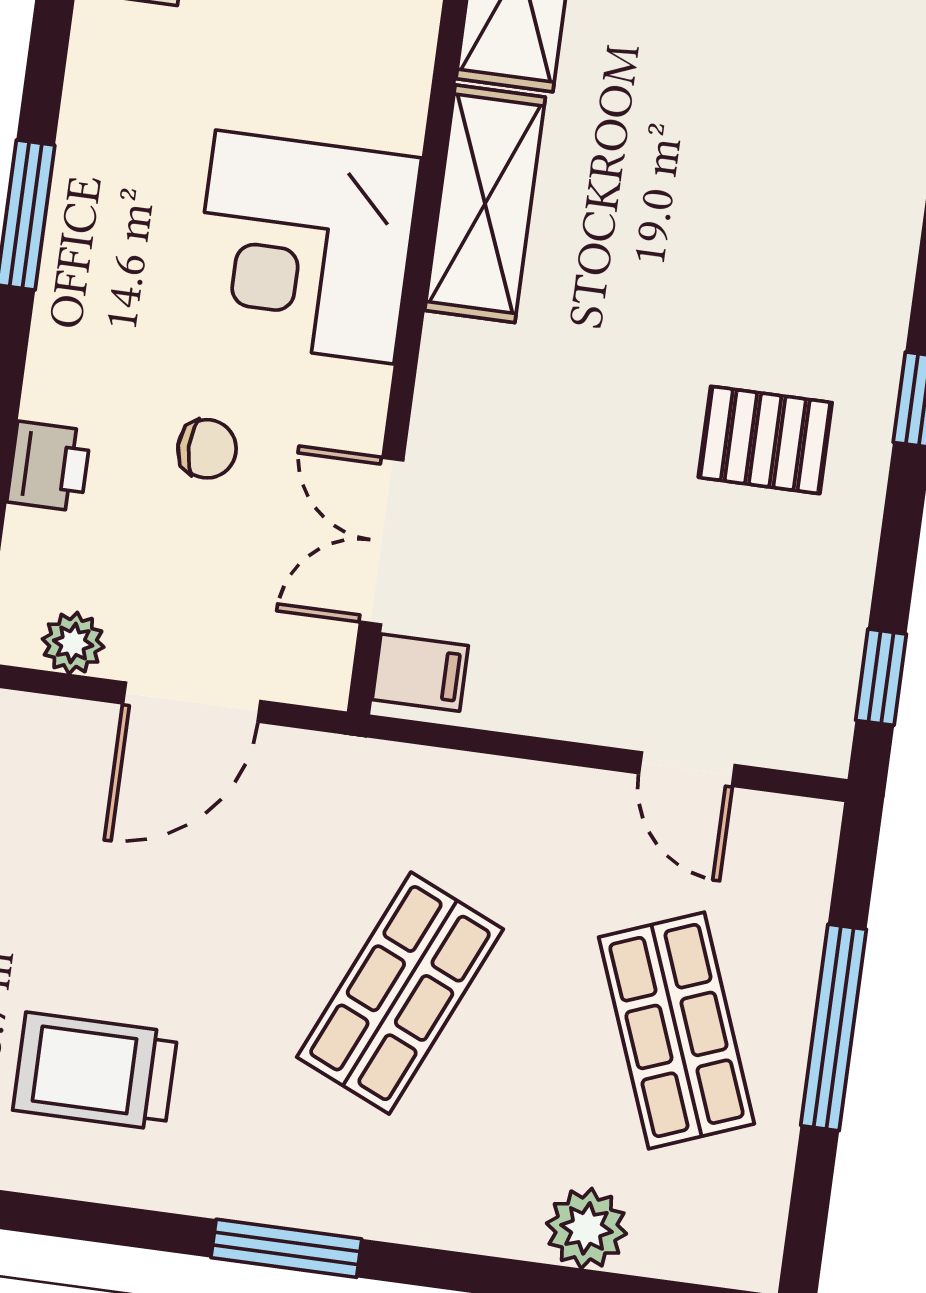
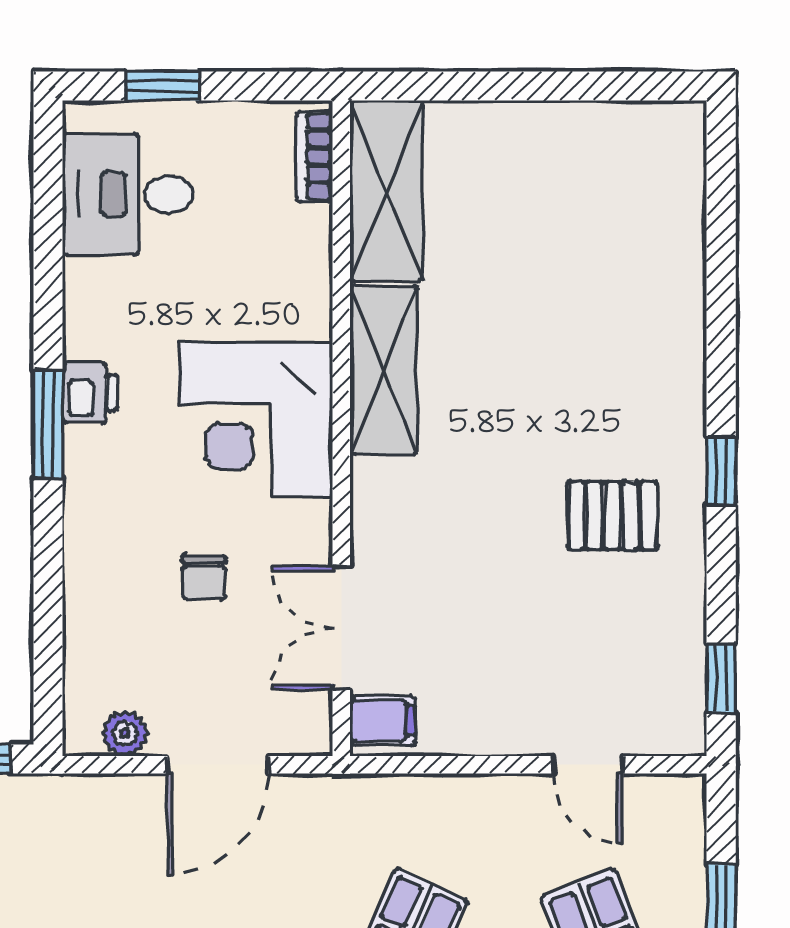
chair: (207, 449) -> (204, 577), turned 90
printer: (49, 466) -> (90, 393), moved

